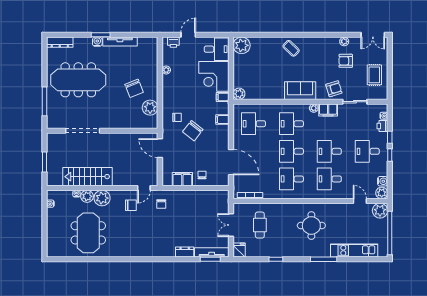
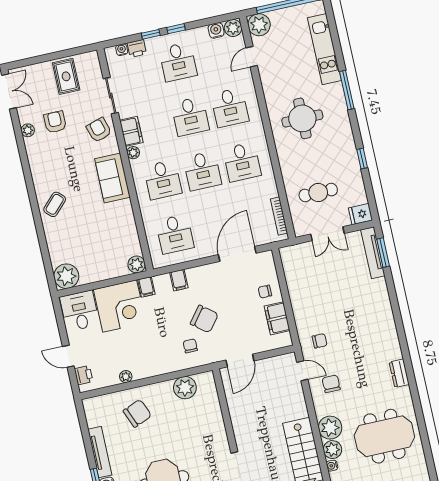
armchair: (346, 61) -> (55, 122), turned 180
rug: (374, 75) -> (66, 76), turned 90
chair: (134, 88) -> (137, 413), moved
dresser: (185, 252) -> (399, 373), moved

